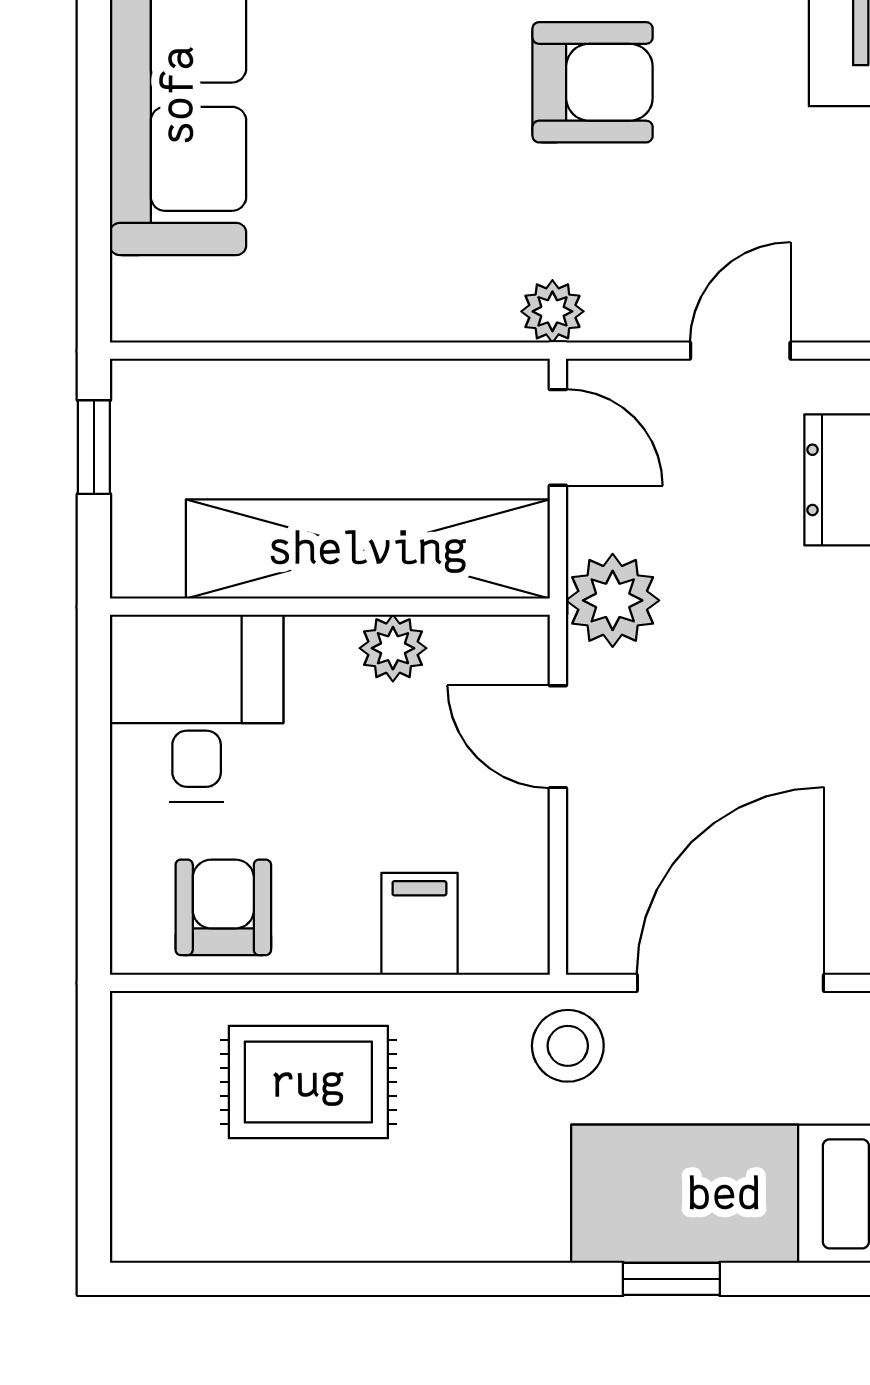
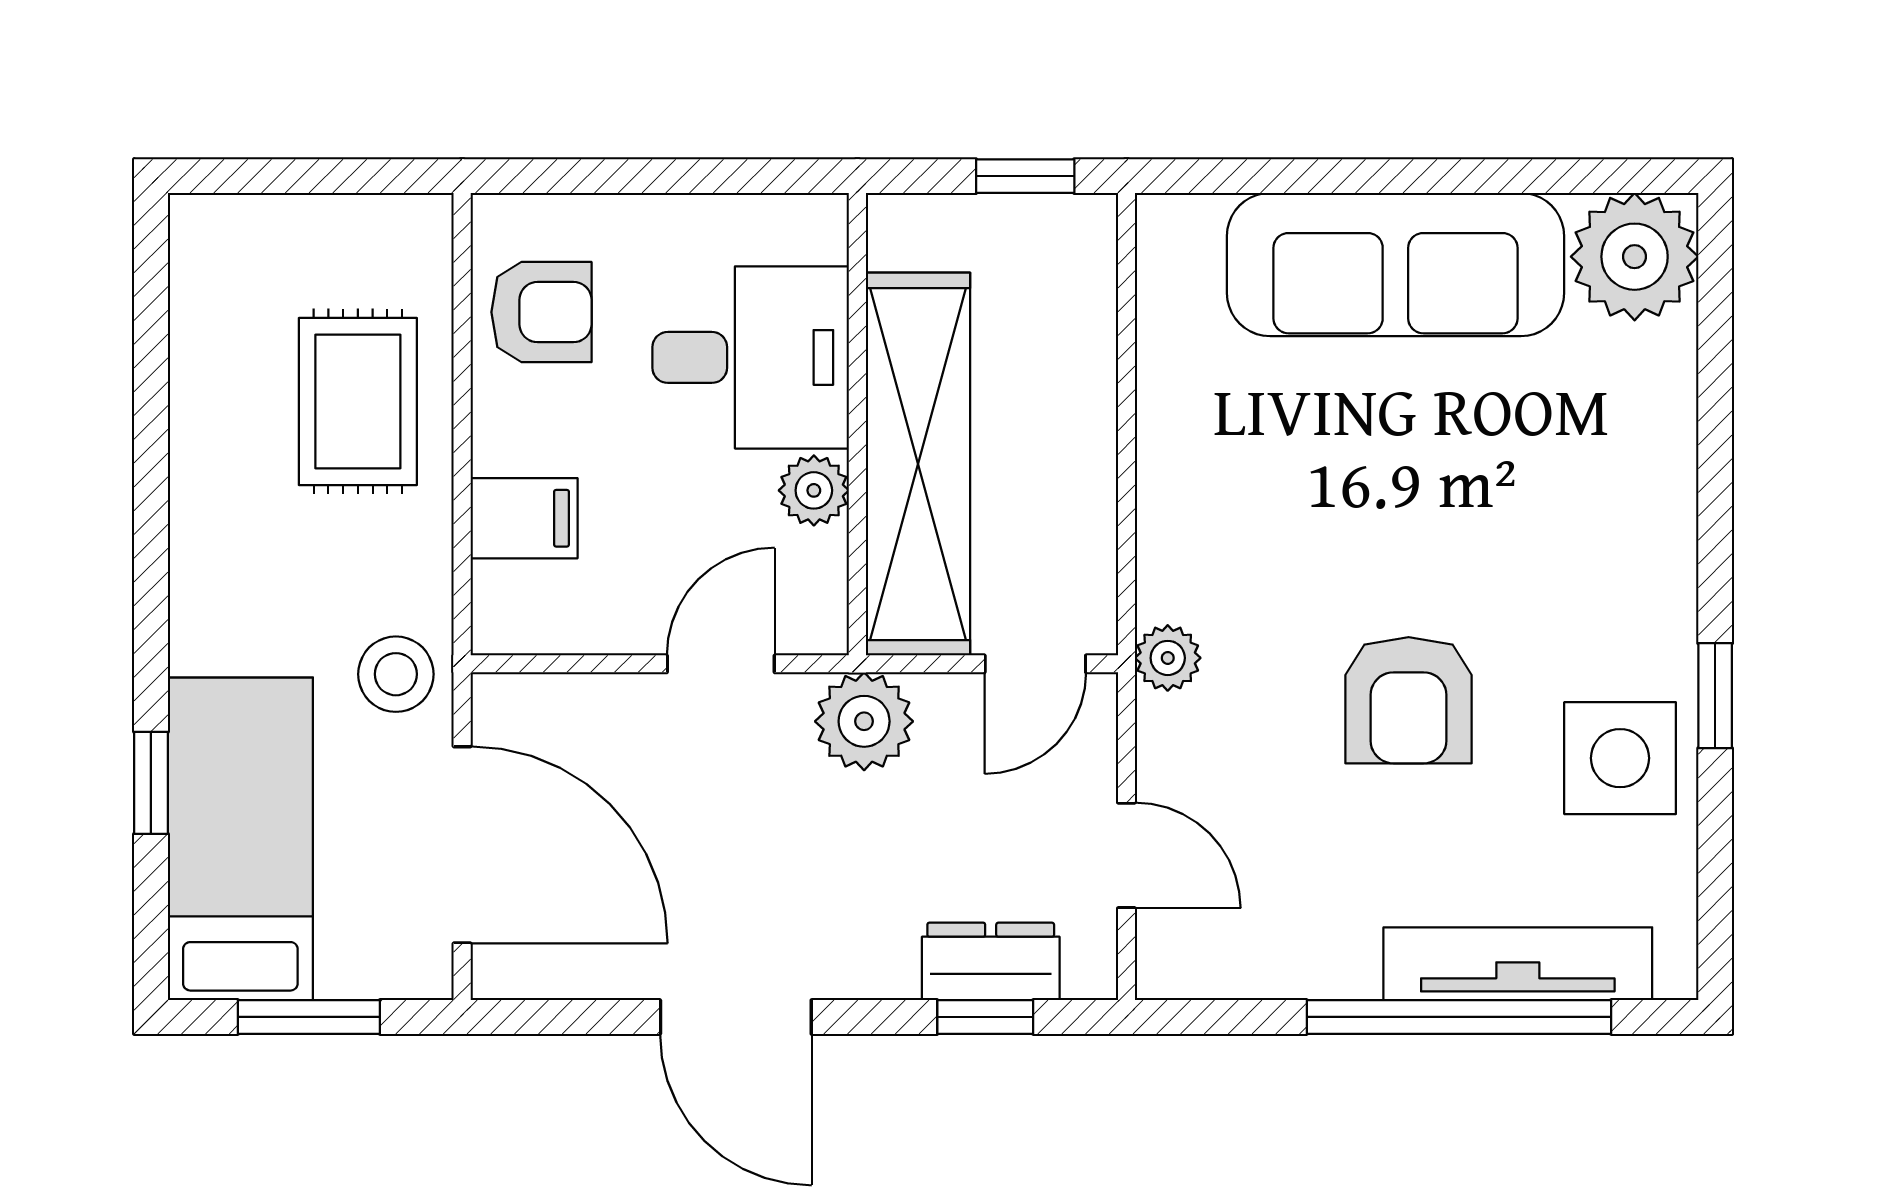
desk: (197, 708) -> (751, 357), moved

